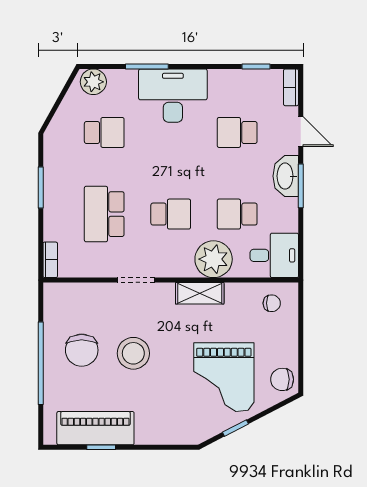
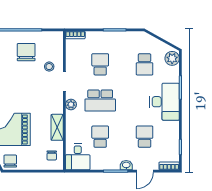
washbasin: (286, 176) -> (126, 165), width x0.52, depth x0.69
school desk: (104, 214) -> (100, 64), width x0.54
school desk: (171, 214) -> (100, 101), width x1.85
plant: (214, 259) -> (71, 104), moved, width x0.53, depth x0.53
shelving: (200, 293) -> (57, 127), moved
chair: (82, 350) -> (26, 52), turned 90
stool: (133, 353) -> (49, 67), moved, width x0.53, depth x0.53

